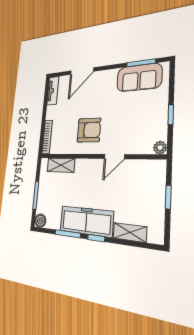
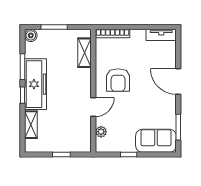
door: (82, 71) -> (178, 82), moved
sofa: (139, 78) -> (156, 141), moved, turned 90
plant: (160, 148) -> (101, 132), moved
door: (114, 157) -> (93, 107), swing flipped

